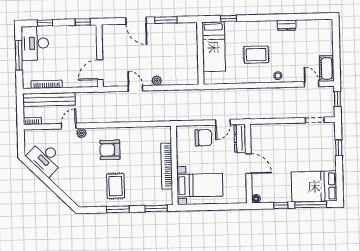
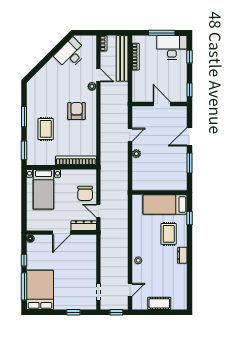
dresser: (287, 25) -> (182, 255), moved
rug: (256, 55) -> (169, 234), moved
cot: (327, 68) -> (159, 303), moved
door: (100, 70) -> (162, 104), moved
bookcase: (167, 166) -> (76, 161), moved
rug: (115, 186) -> (46, 129), moved, turned 90

